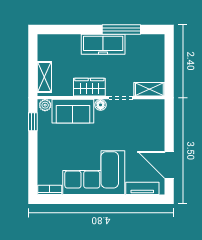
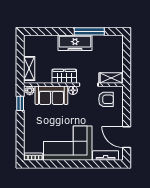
armchair: (143, 117) -> (106, 99), added

